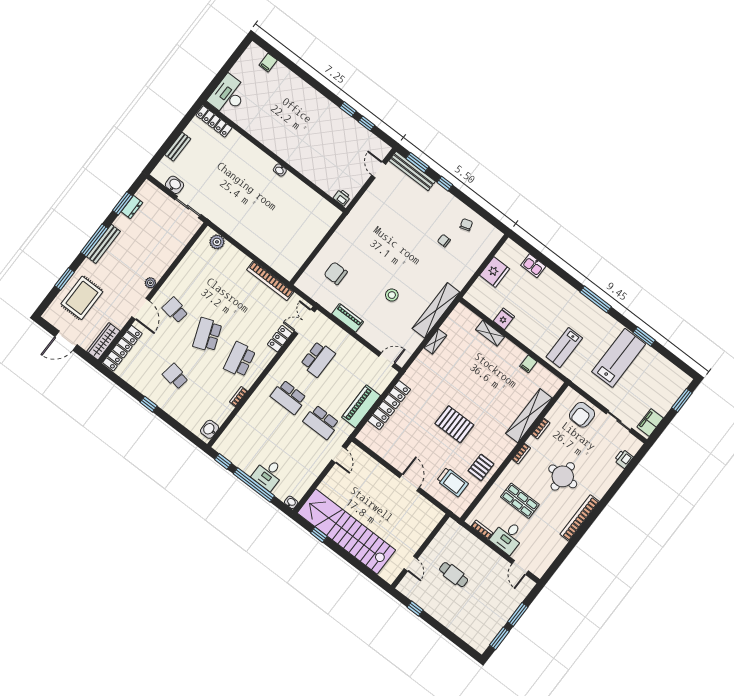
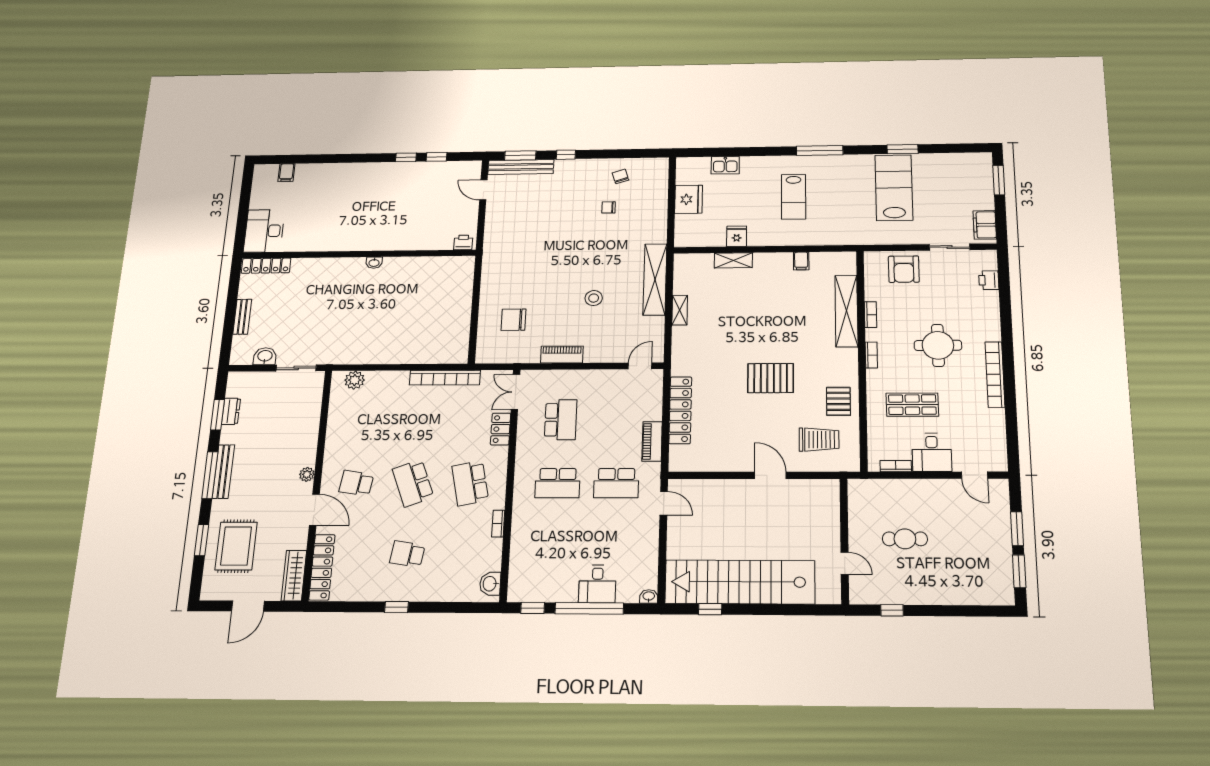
lab bench: (564, 348) -> (794, 197), moved
piano: (361, 406) -> (652, 441), width x0.73, depth x0.75

